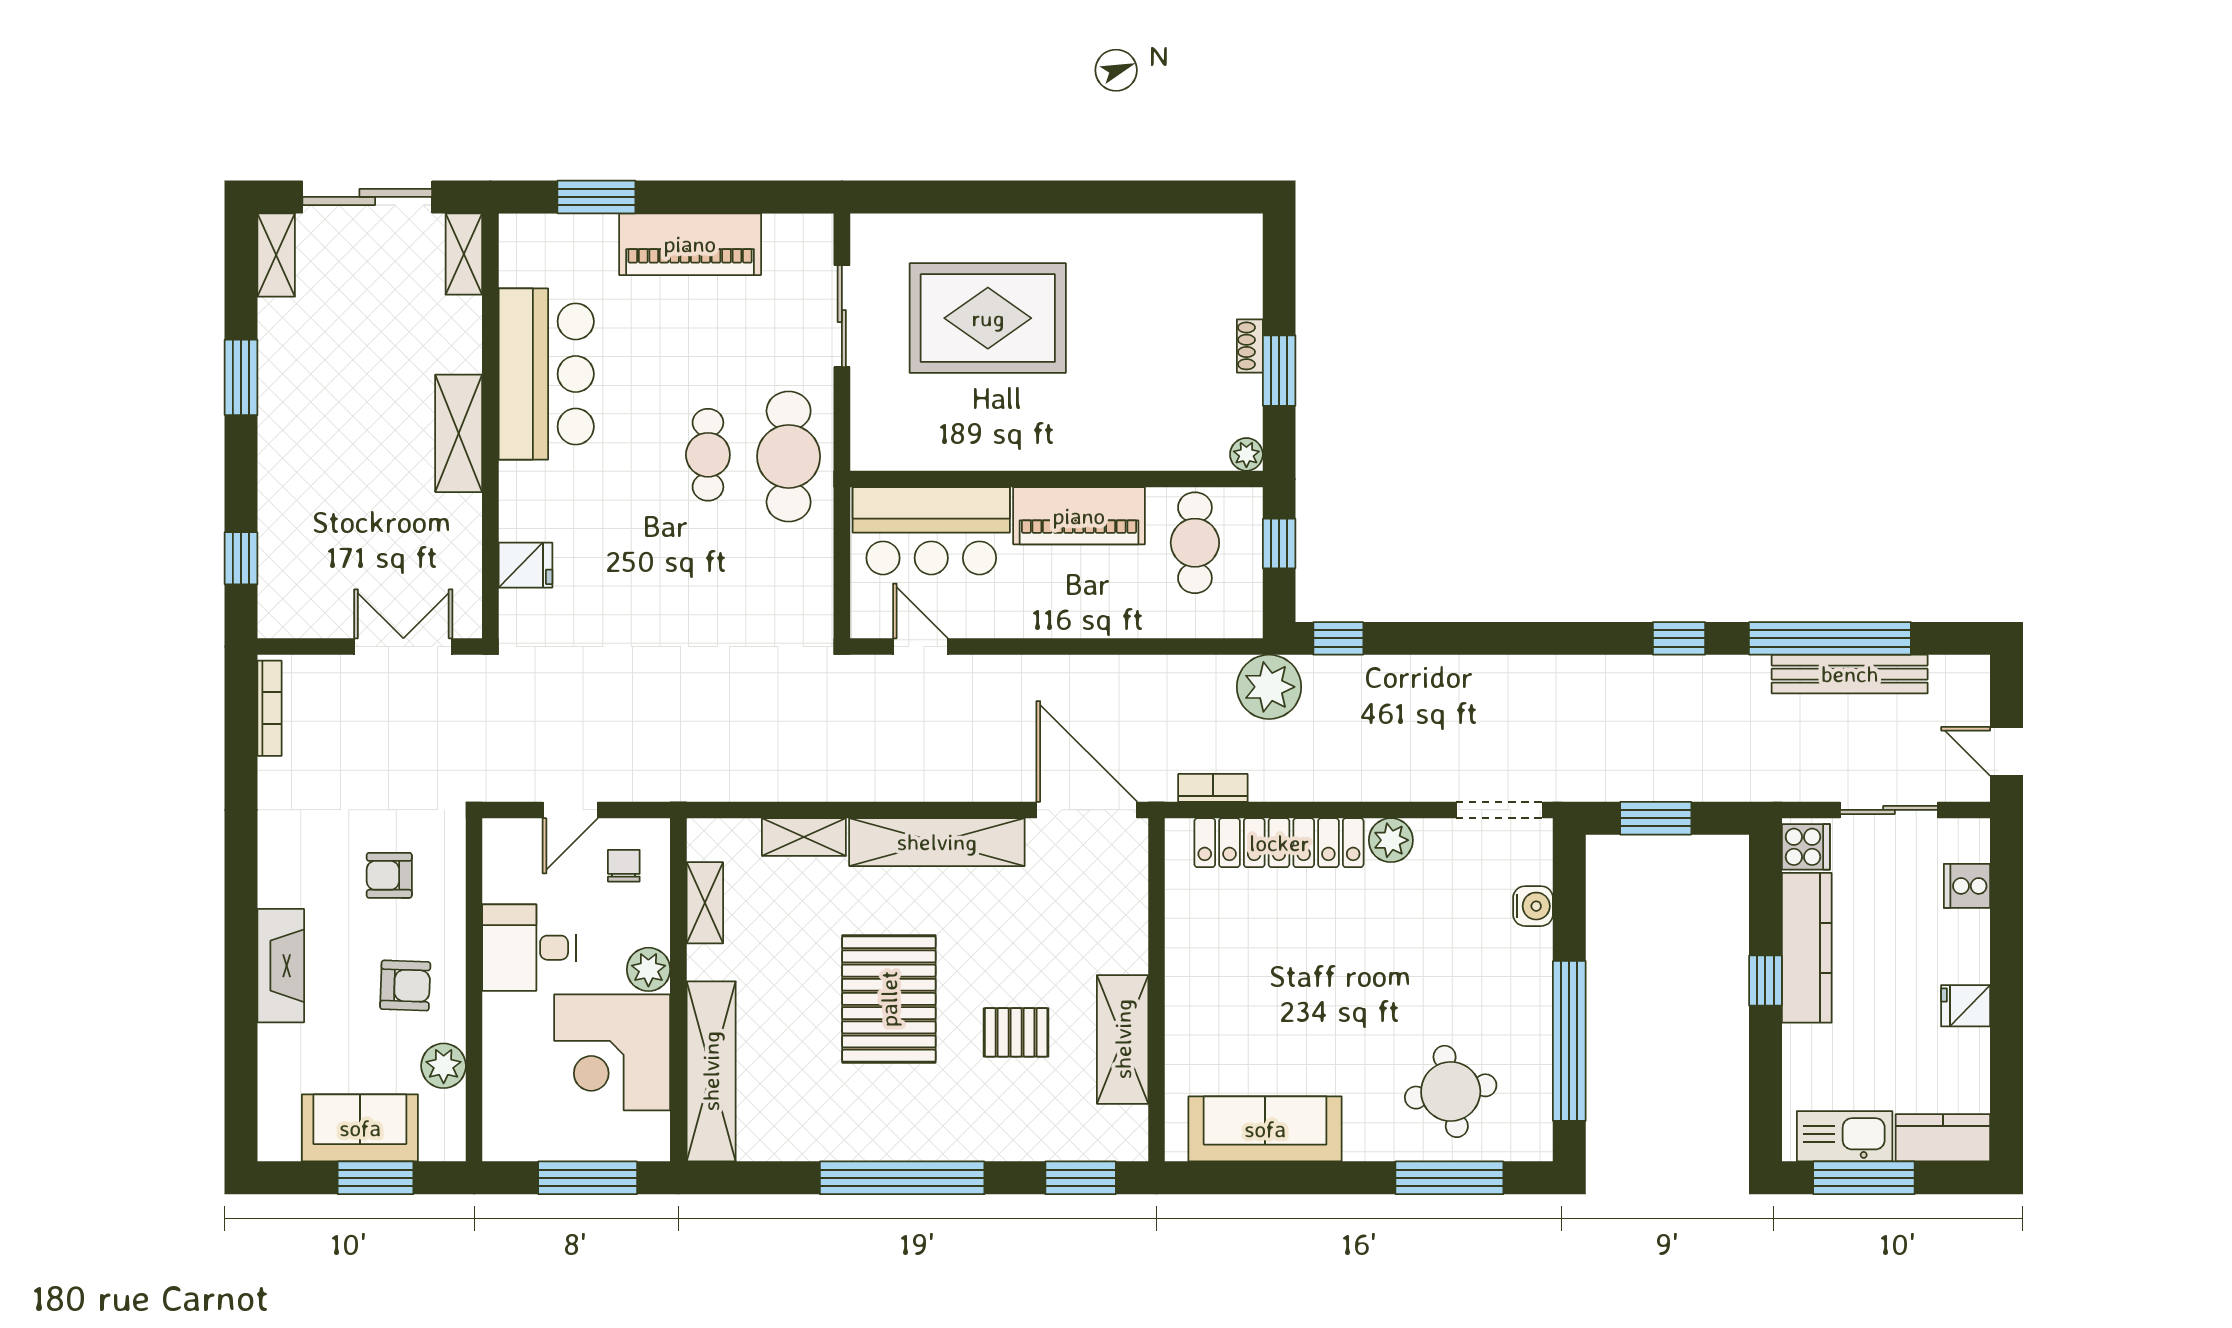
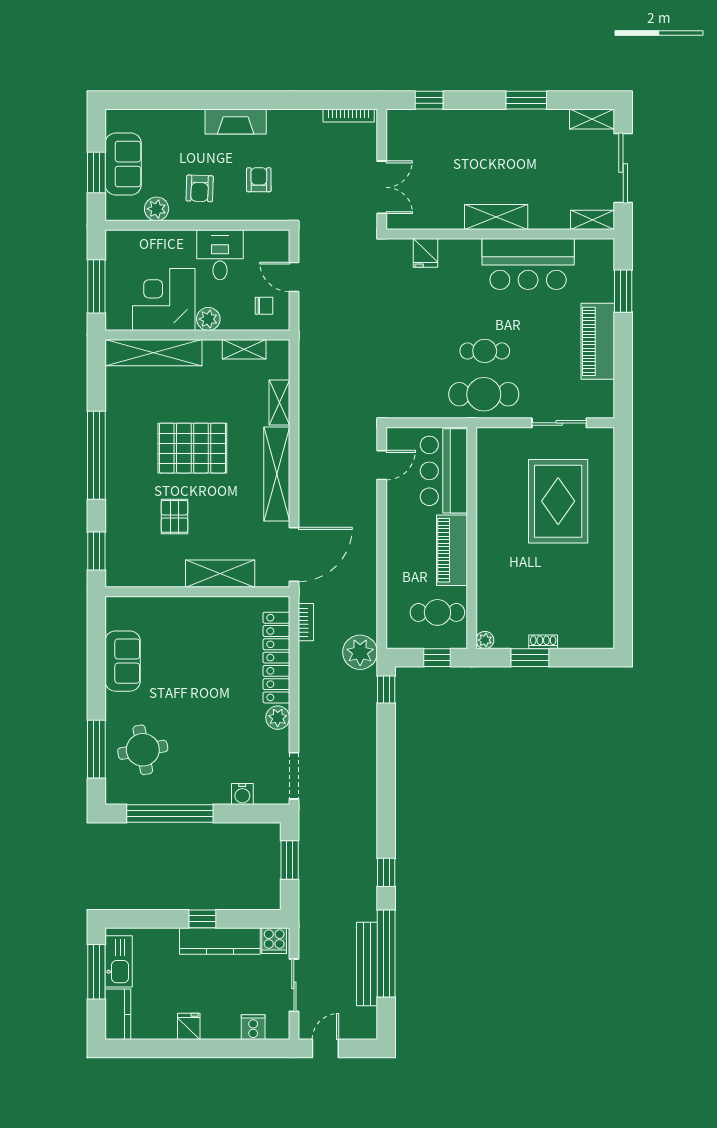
fireplace: (281, 966) -> (236, 122), moved
shelving: (1123, 1039) -> (220, 574), moved
sofa: (1265, 1129) -> (123, 661), width x0.73

